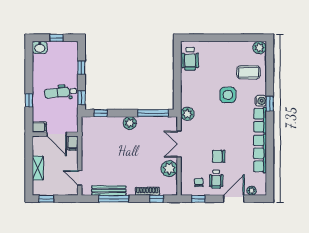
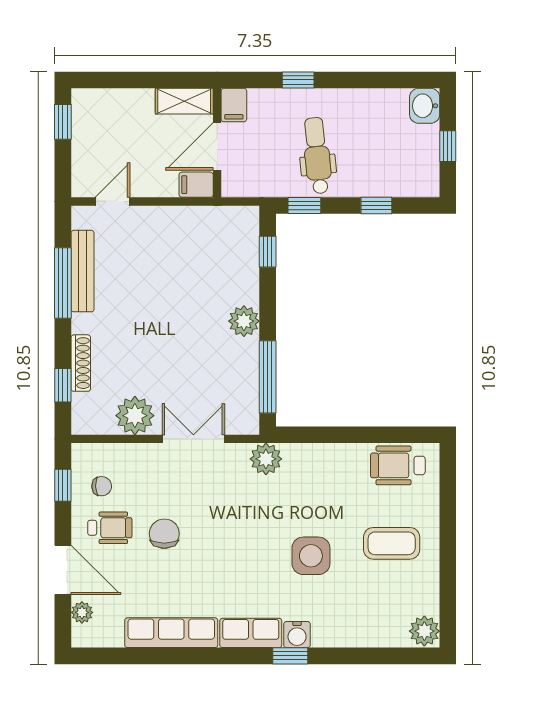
coffee table: (248, 72) -> (392, 543), moved, turned 90
shelving: (38, 168) -> (184, 101), moved
wheelchair: (216, 179) -> (110, 528), turned 180

